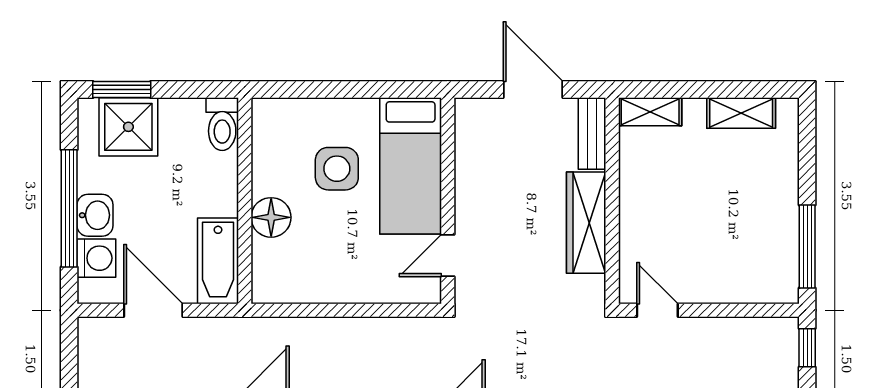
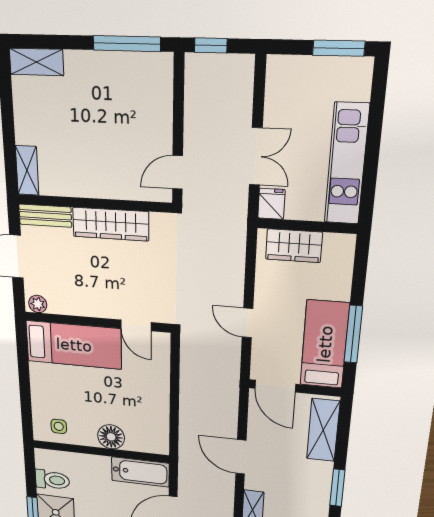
shelving: (741, 113) -> (36, 62), moved, turned 90
plant: (467, 116) -> (38, 304), added
toilet: (222, 124) -> (52, 480), moved
side table: (337, 169) -> (59, 426), moved, width x0.54, depth x0.54

